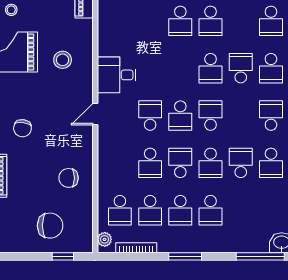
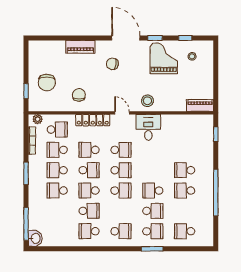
stool: (63, 60) -> (148, 101), moved
school desk: (271, 68) -> (153, 231), turned 180
school desk: (180, 116) -> (121, 170), turned 180
locker: (106, 157) -> (93, 120), added
school desk: (120, 210) -> (57, 130), turned 180

